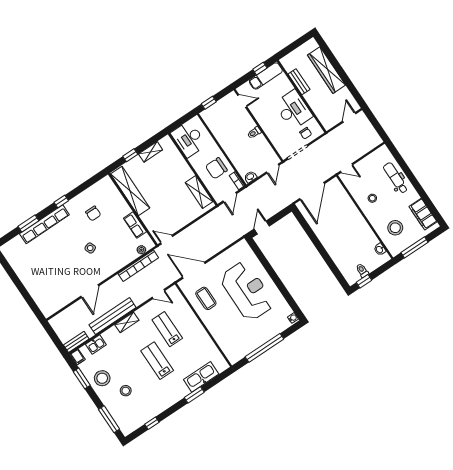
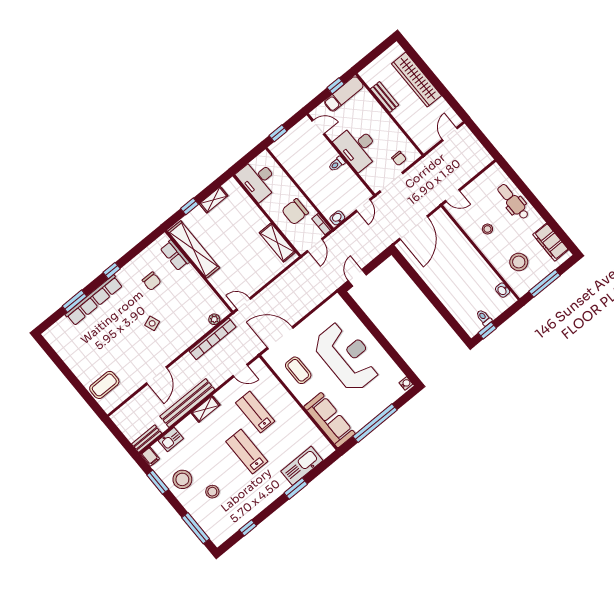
desk: (293, 110) -> (358, 147), moved, turned 180
row of seats: (135, 225) -> (175, 255), moved
coffee table: (46, 295) -> (104, 385), added
sofa: (227, 342) -> (329, 420), added

